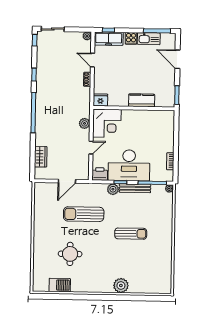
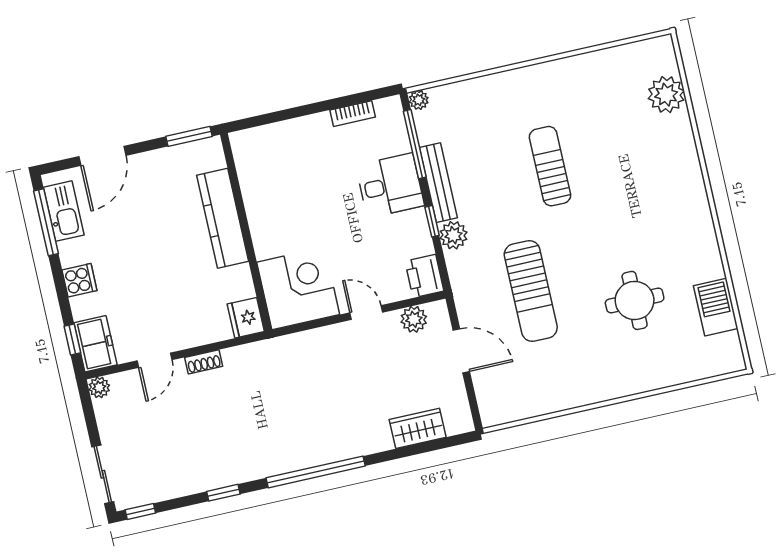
freezer: (109, 39) -> (95, 344), width x0.71
kitchen sink: (149, 39) -> (64, 211), moved
kitchen counter: (142, 100) -> (223, 218), width x1.50
plant: (85, 123) -> (414, 319), moved
desk: (129, 165) -> (390, 185), width x0.53, depth x0.77
plant: (121, 285) -> (666, 95), moved

